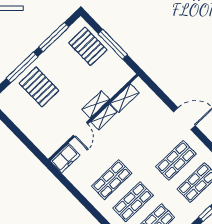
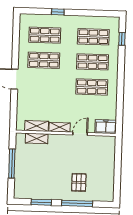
window: (54, 37) -> (41, 202), width x0.69
pallet: (88, 46) -> (27, 177), removed
pallet: (39, 87) -> (79, 182), width x0.67, depth x0.71
shelving: (96, 104) -> (37, 138), moved

